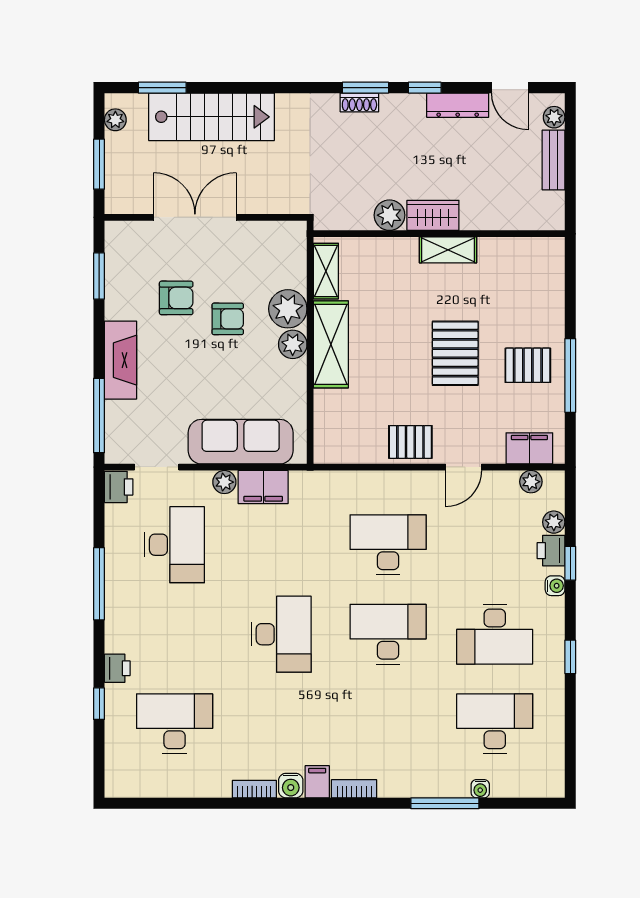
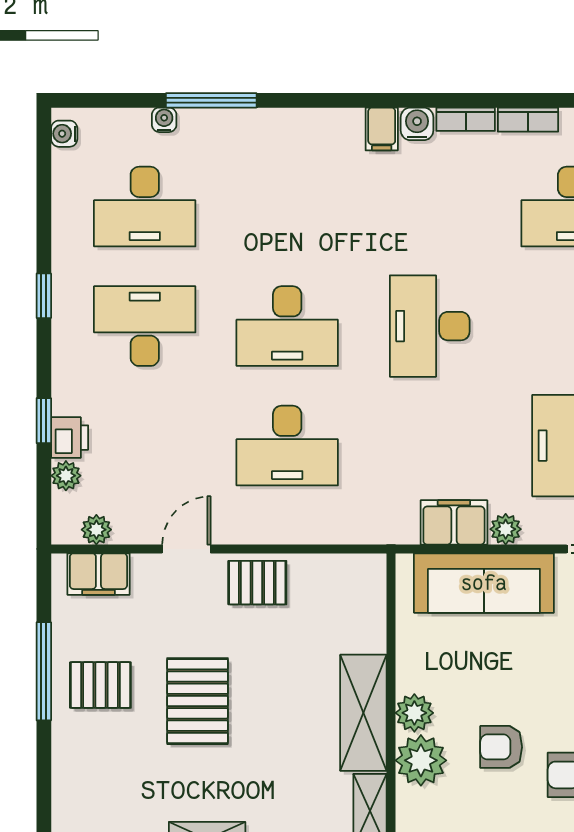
water cooler: (555, 586) -> (64, 134), moved
bookcase: (354, 789) -> (528, 120), moved

